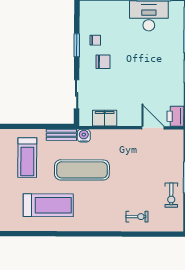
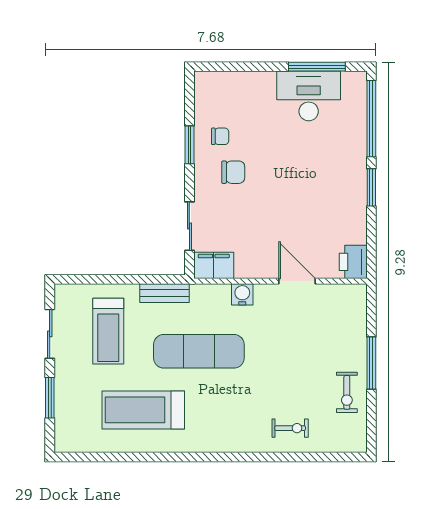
filing cabinet: (105, 118) -> (214, 265), moved
door: (153, 128) -> (297, 281), moved
water cooler: (84, 136) -> (242, 294), moved
treadmill: (48, 205) -> (143, 410), turned 180

